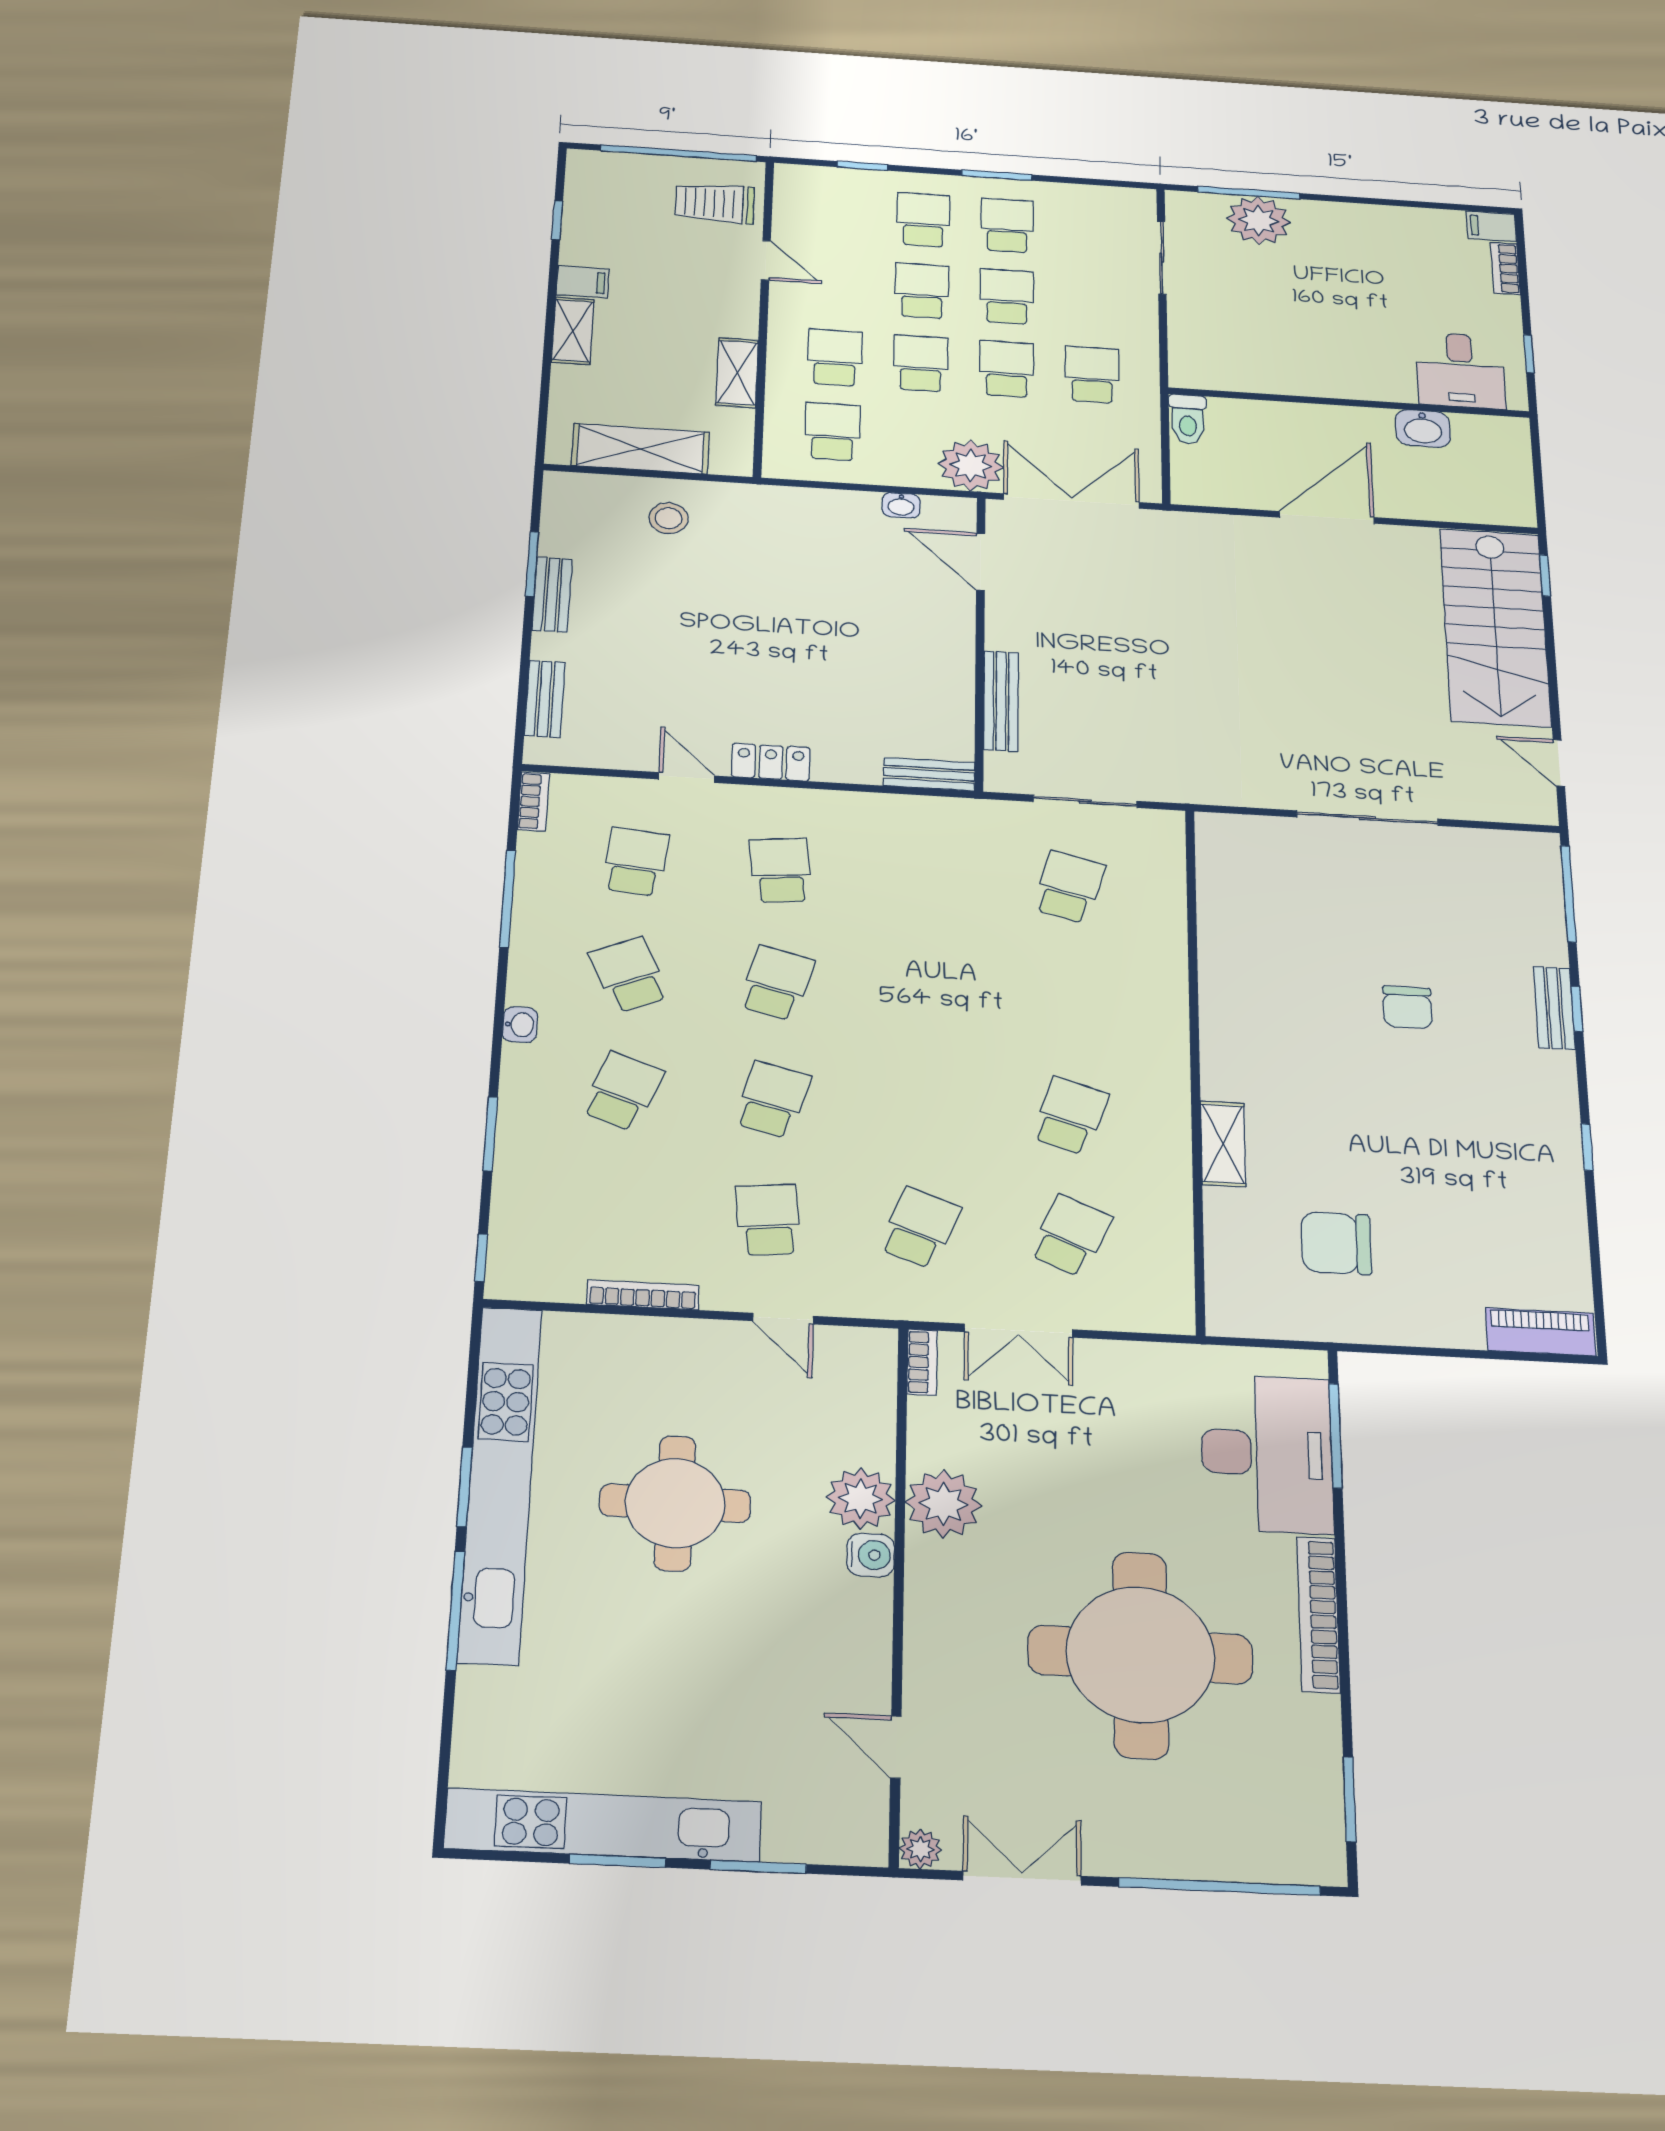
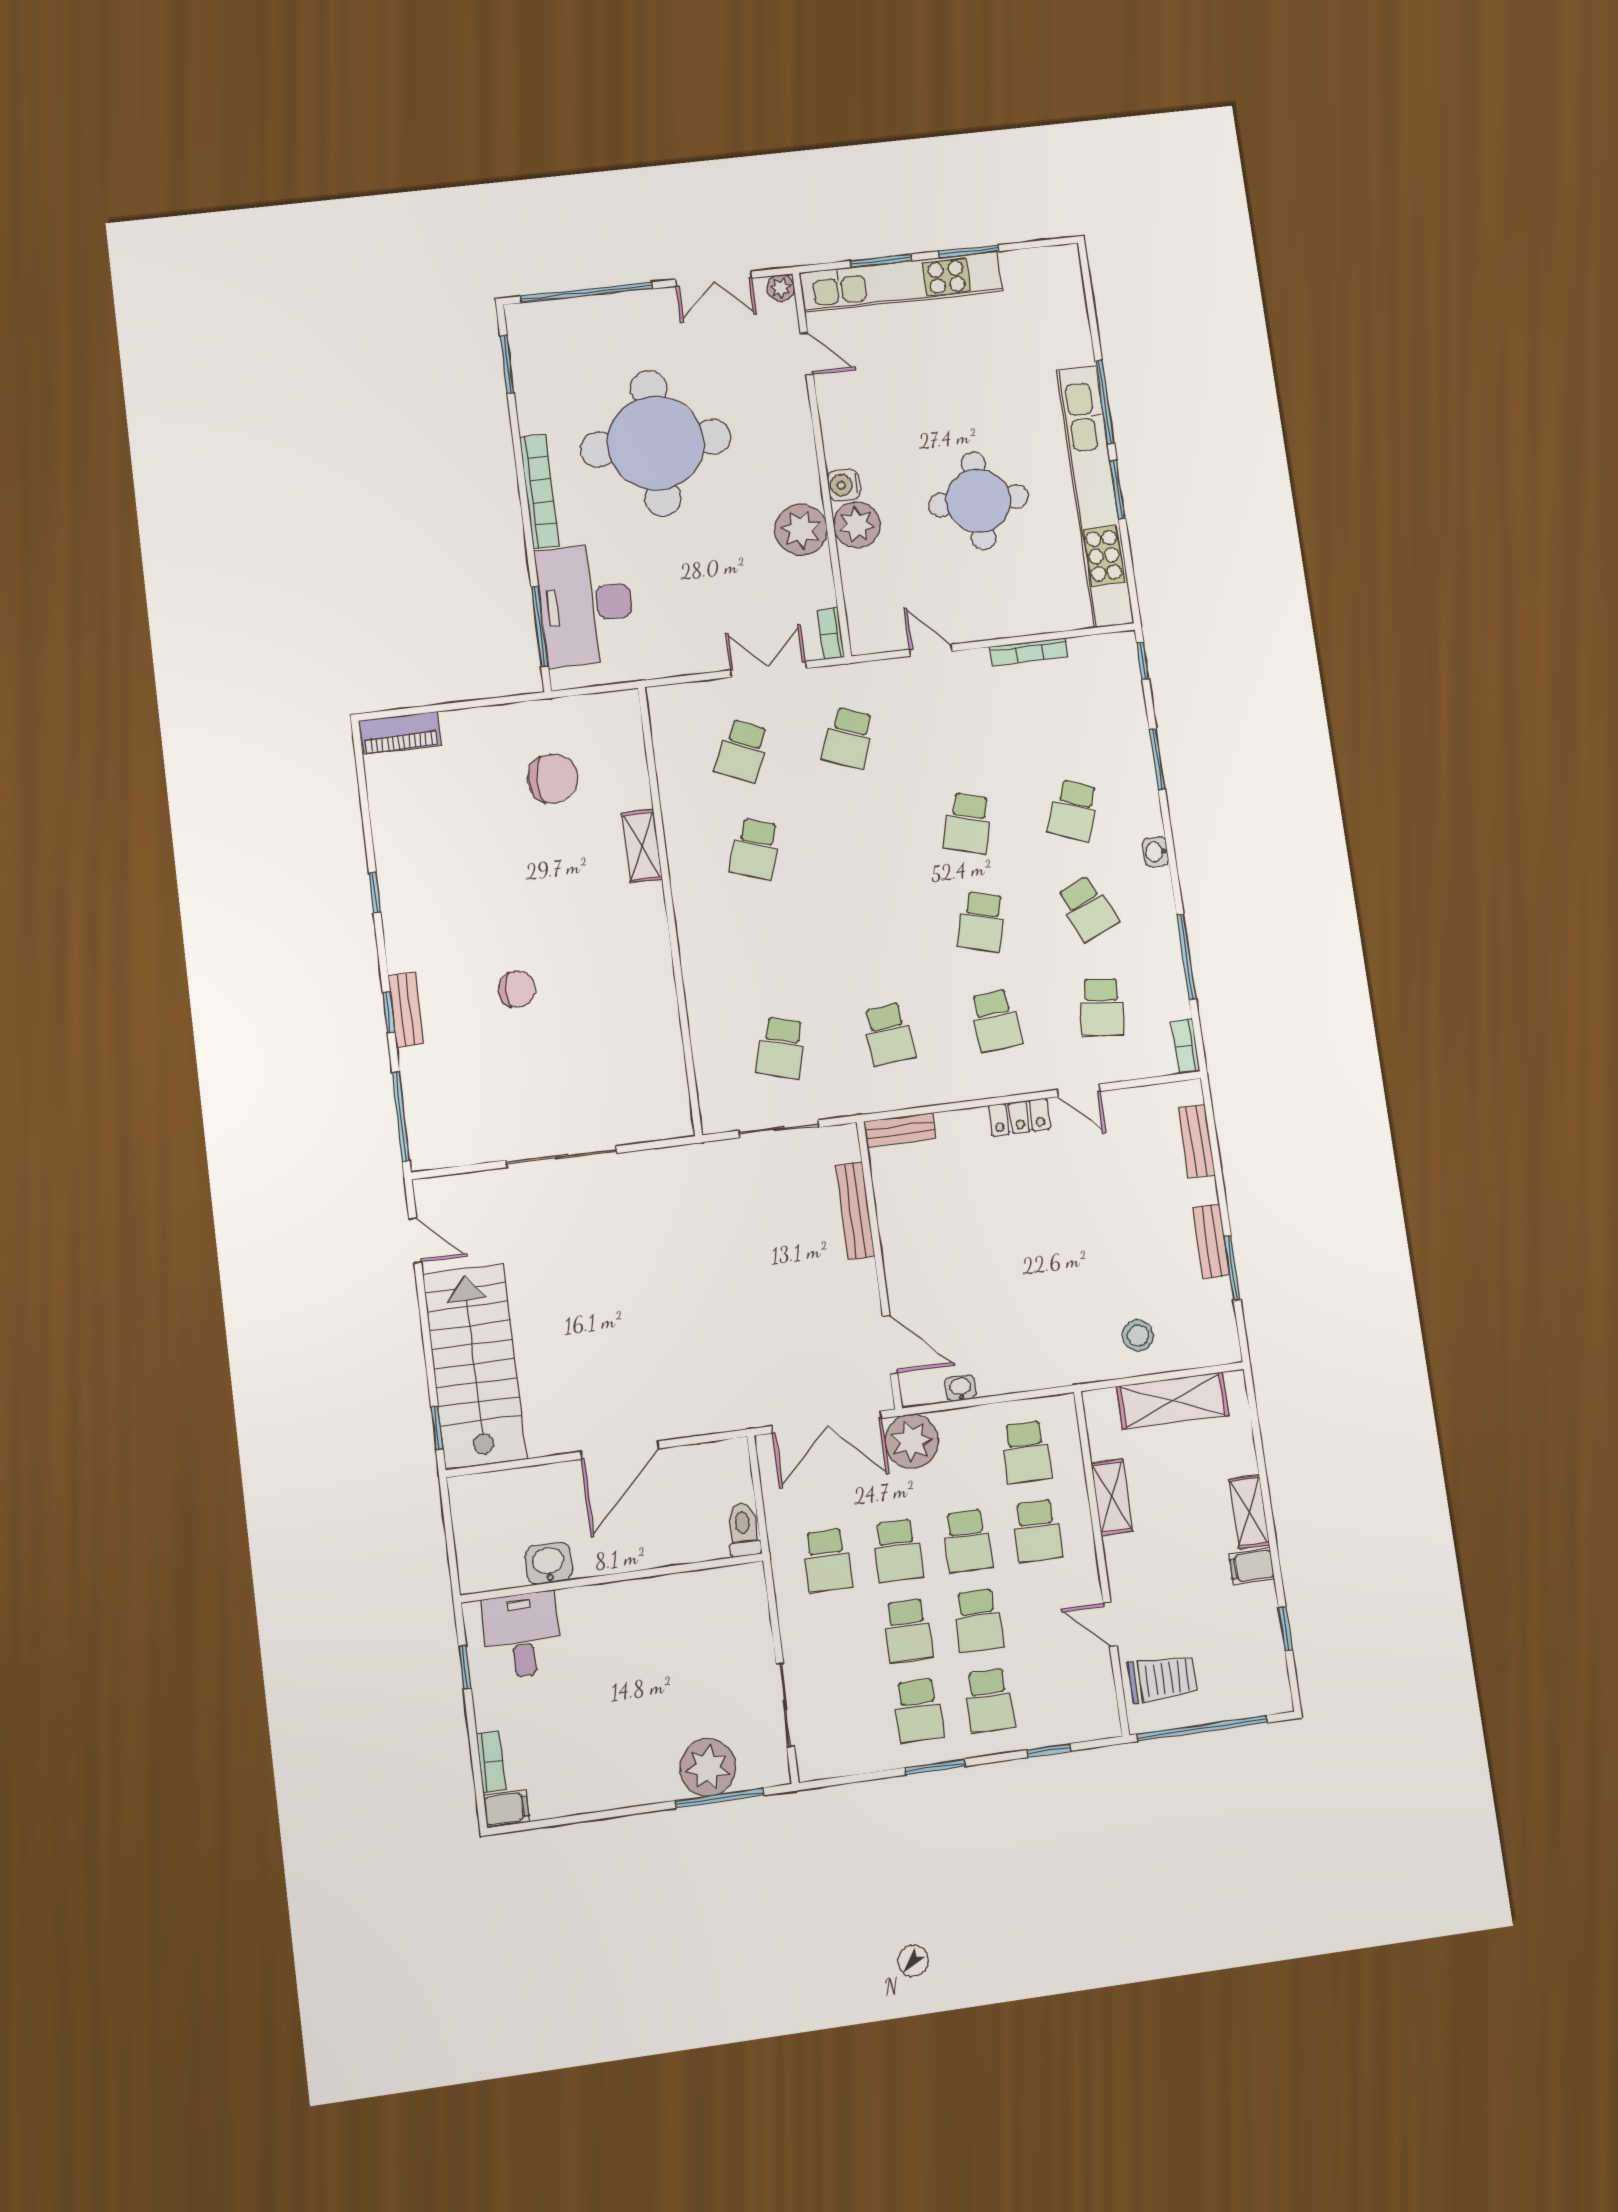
chair: (1407, 1007) -> (517, 989), turned 90
school desk: (768, 1220) -> (889, 1034), moved
kitchen unit: (603, 1825) -> (901, 282), moved

